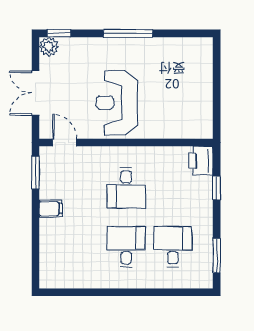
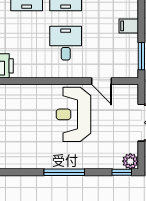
reception desk: (117, 103) -> (73, 114), turned 180
door: (65, 143) -> (102, 81), moved

